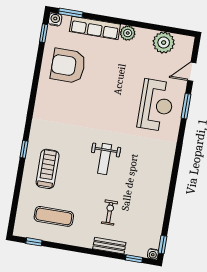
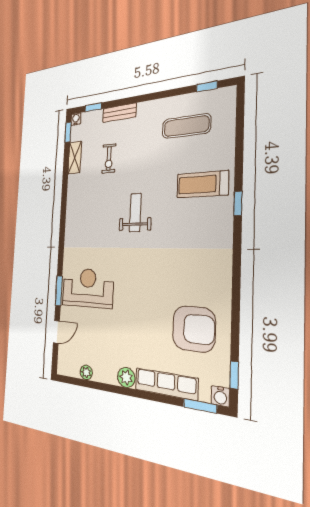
plant: (164, 43) -> (86, 372), width x0.53, depth x0.53
reception desk: (156, 105) -> (88, 288), turned 90
treadmill: (48, 169) -> (202, 184), turned 90
exercise bike: (109, 213) -> (109, 158), moved
shelving: (158, 219) -> (75, 158), added

